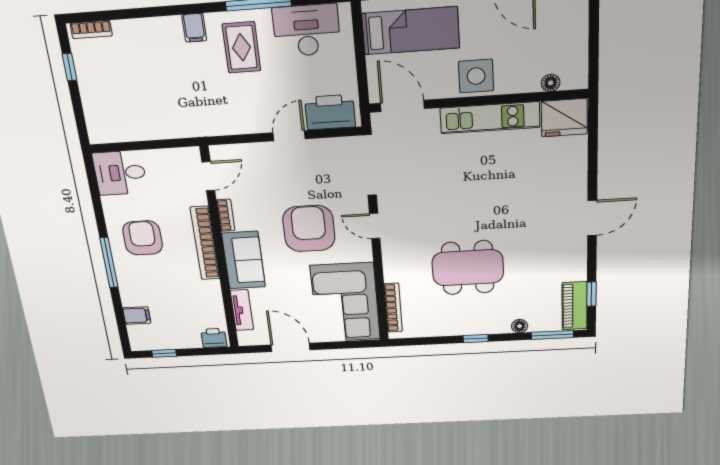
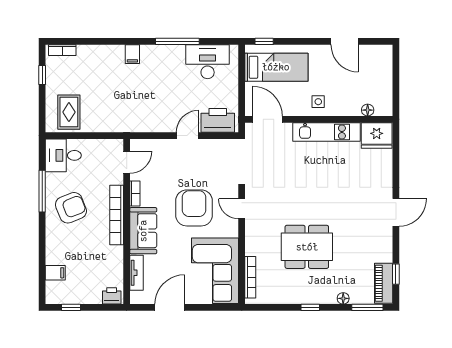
rug: (241, 47) -> (69, 112), moved
side table: (476, 76) -> (318, 102), width x0.54, depth x0.54
armchair: (143, 238) -> (71, 208), turned 68
window: (109, 263) -> (42, 191), moved
door: (291, 347) -> (170, 307), hinge flipped

